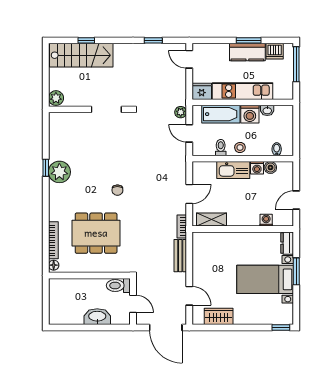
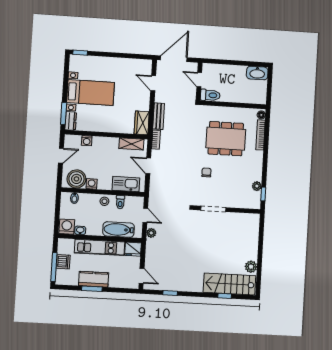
dishwasher: (275, 51) -> (63, 262), moved, turned 90
plant: (56, 98) -> (251, 267), moved
wall: (89, 109) -> (227, 210), moved
doorway: (106, 109) -> (213, 209), moved
washing machine: (250, 114) -> (67, 227), moved
boiler: (270, 168) -> (76, 179), width x1.86, depth x1.86
kitchen sink: (233, 170) -> (126, 184), moved
plant: (59, 172) -> (257, 186), width x0.53, depth x0.53
door: (189, 194) -> (148, 166), hinge flipped
window: (296, 271) -> (64, 114), moved
wardrobe: (219, 316) -> (142, 123), moved, turned 90
washbasin: (97, 317) -> (257, 73), moved
door: (166, 328) -> (174, 59), hinge flipped

